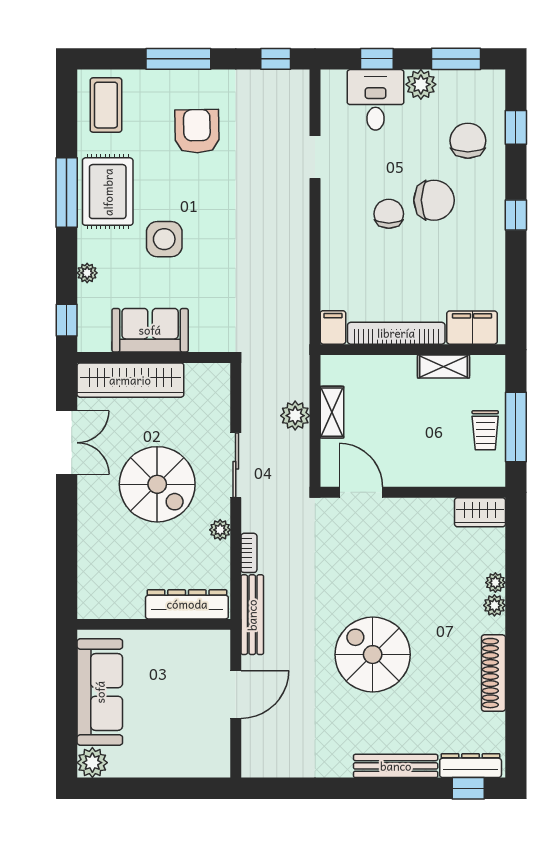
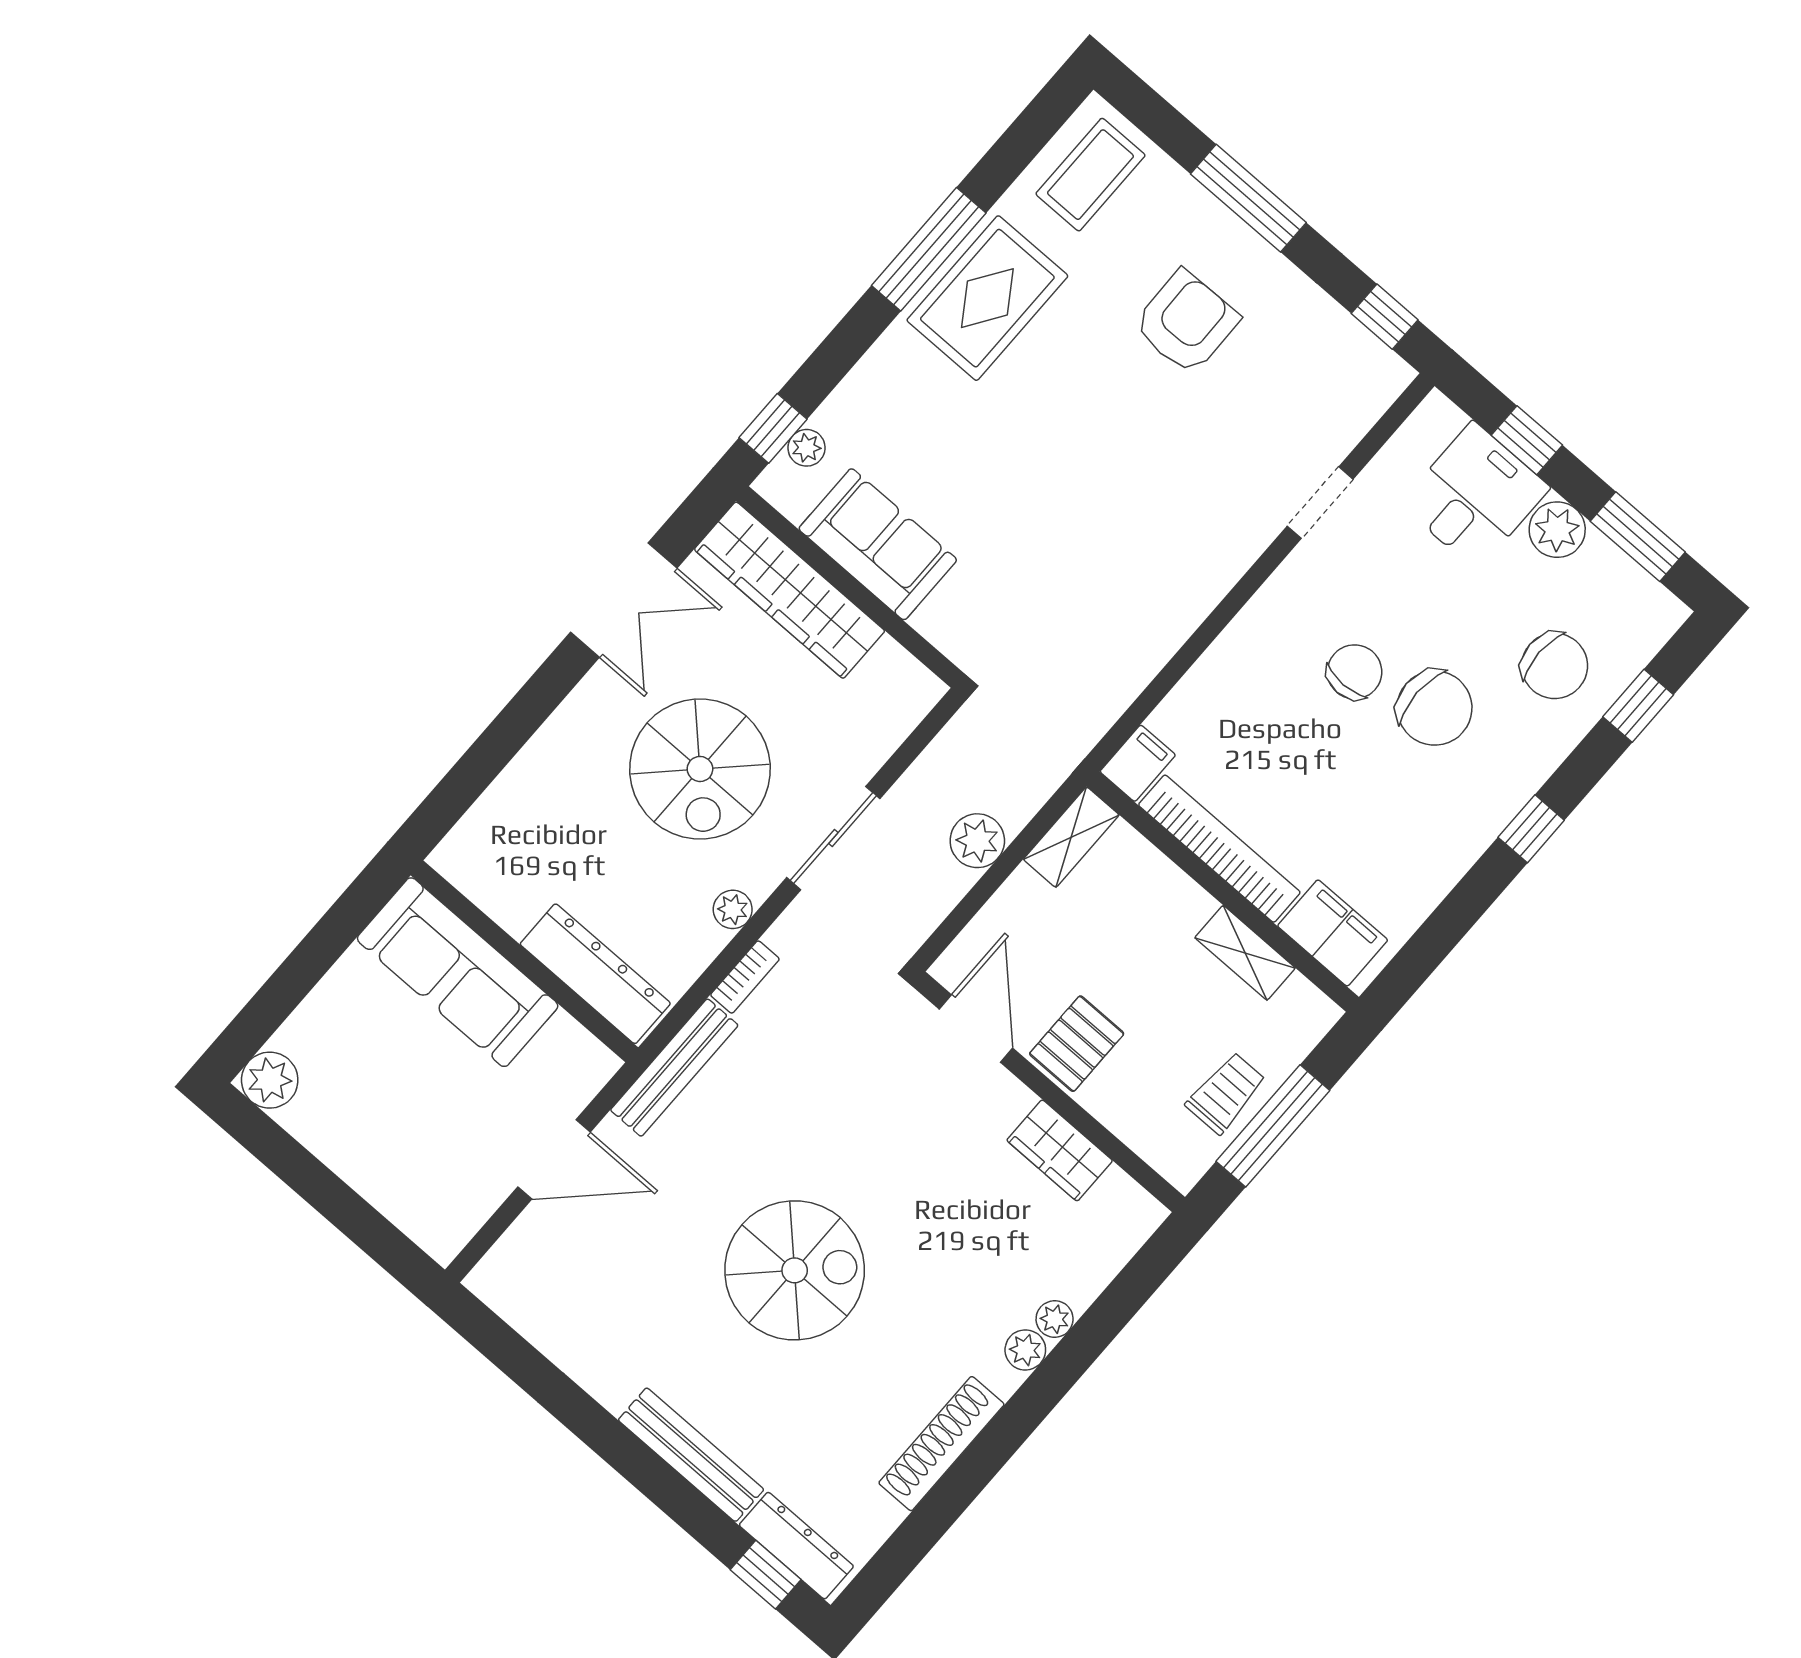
chair: (468, 141) -> (1555, 666), turned 90
side table: (164, 239) -> (1009, 434), removed
plant: (87, 273) -> (807, 448), moved
shelving: (332, 412) -> (1071, 837), moved
trolley: (485, 430) -> (1226, 1093), turned 180
pallet: (407, 463) -> (1077, 1044), added
wardrobe: (480, 512) -> (1060, 1150), moved
spiral stairs: (373, 655) -> (795, 1270), turned 90
sofa: (100, 692) -> (458, 972), moved, turned 90

